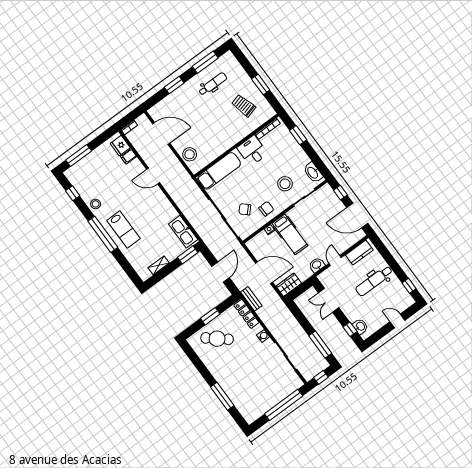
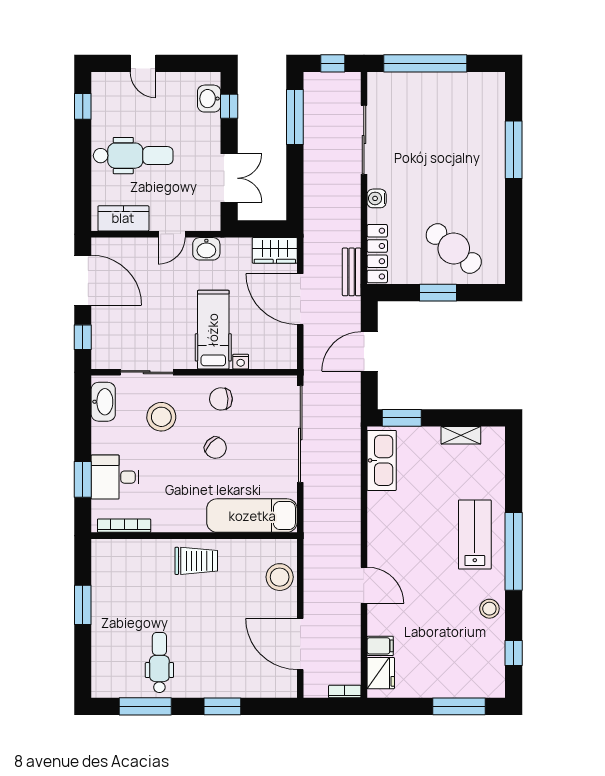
dental chair: (213, 84) -> (159, 662), turned 90
trolley: (244, 106) -> (196, 561), moved, turned -75
desk: (252, 151) -> (115, 477), moved, turned 90
chair: (245, 209) -> (215, 448), moved

